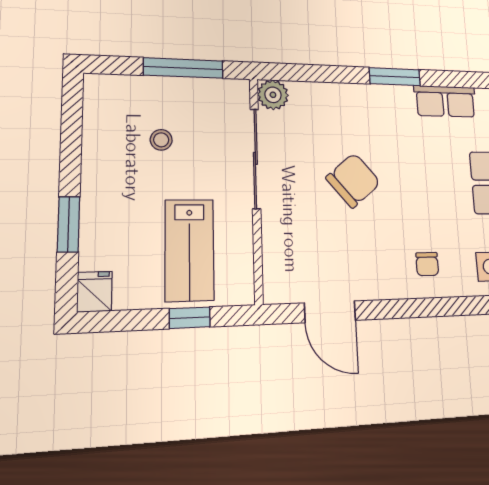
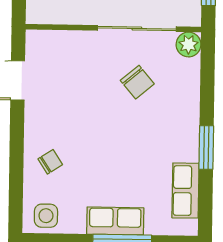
chair: (353, 180) -> (137, 82), moved, width x0.73, depth x0.73
chair: (427, 264) -> (50, 162), turned 147

